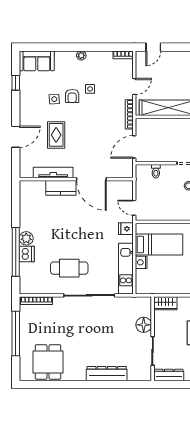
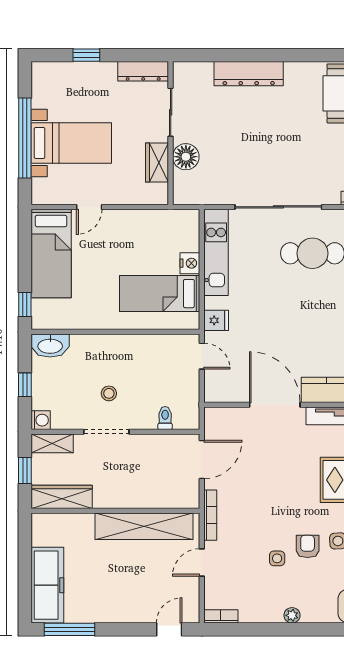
wardrobe: (165, 303) -> (157, 162), moved, turned -90

